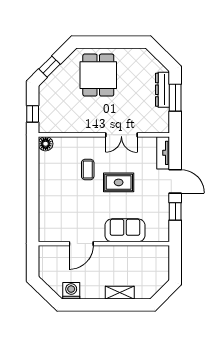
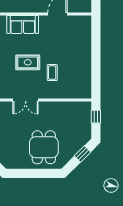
double door: (121, 135) -> (26, 100), swing flipped
floor lamp: (46, 144) -> (86, 93), removed

